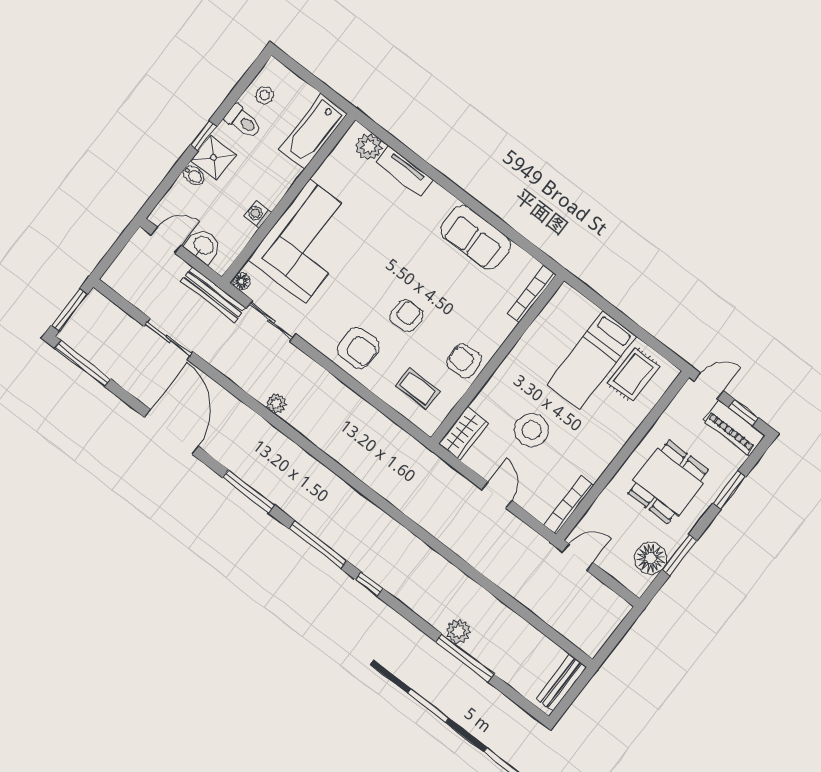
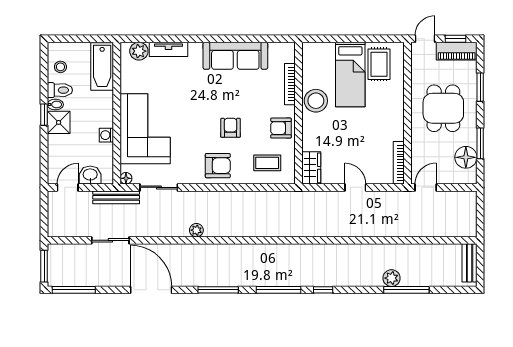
bidet: (194, 175) -> (55, 104), moved
sofa: (476, 237) -> (235, 56), width x1.36
bookcase: (532, 294) -> (290, 84), moved
stool: (532, 430) -> (316, 101), moved

